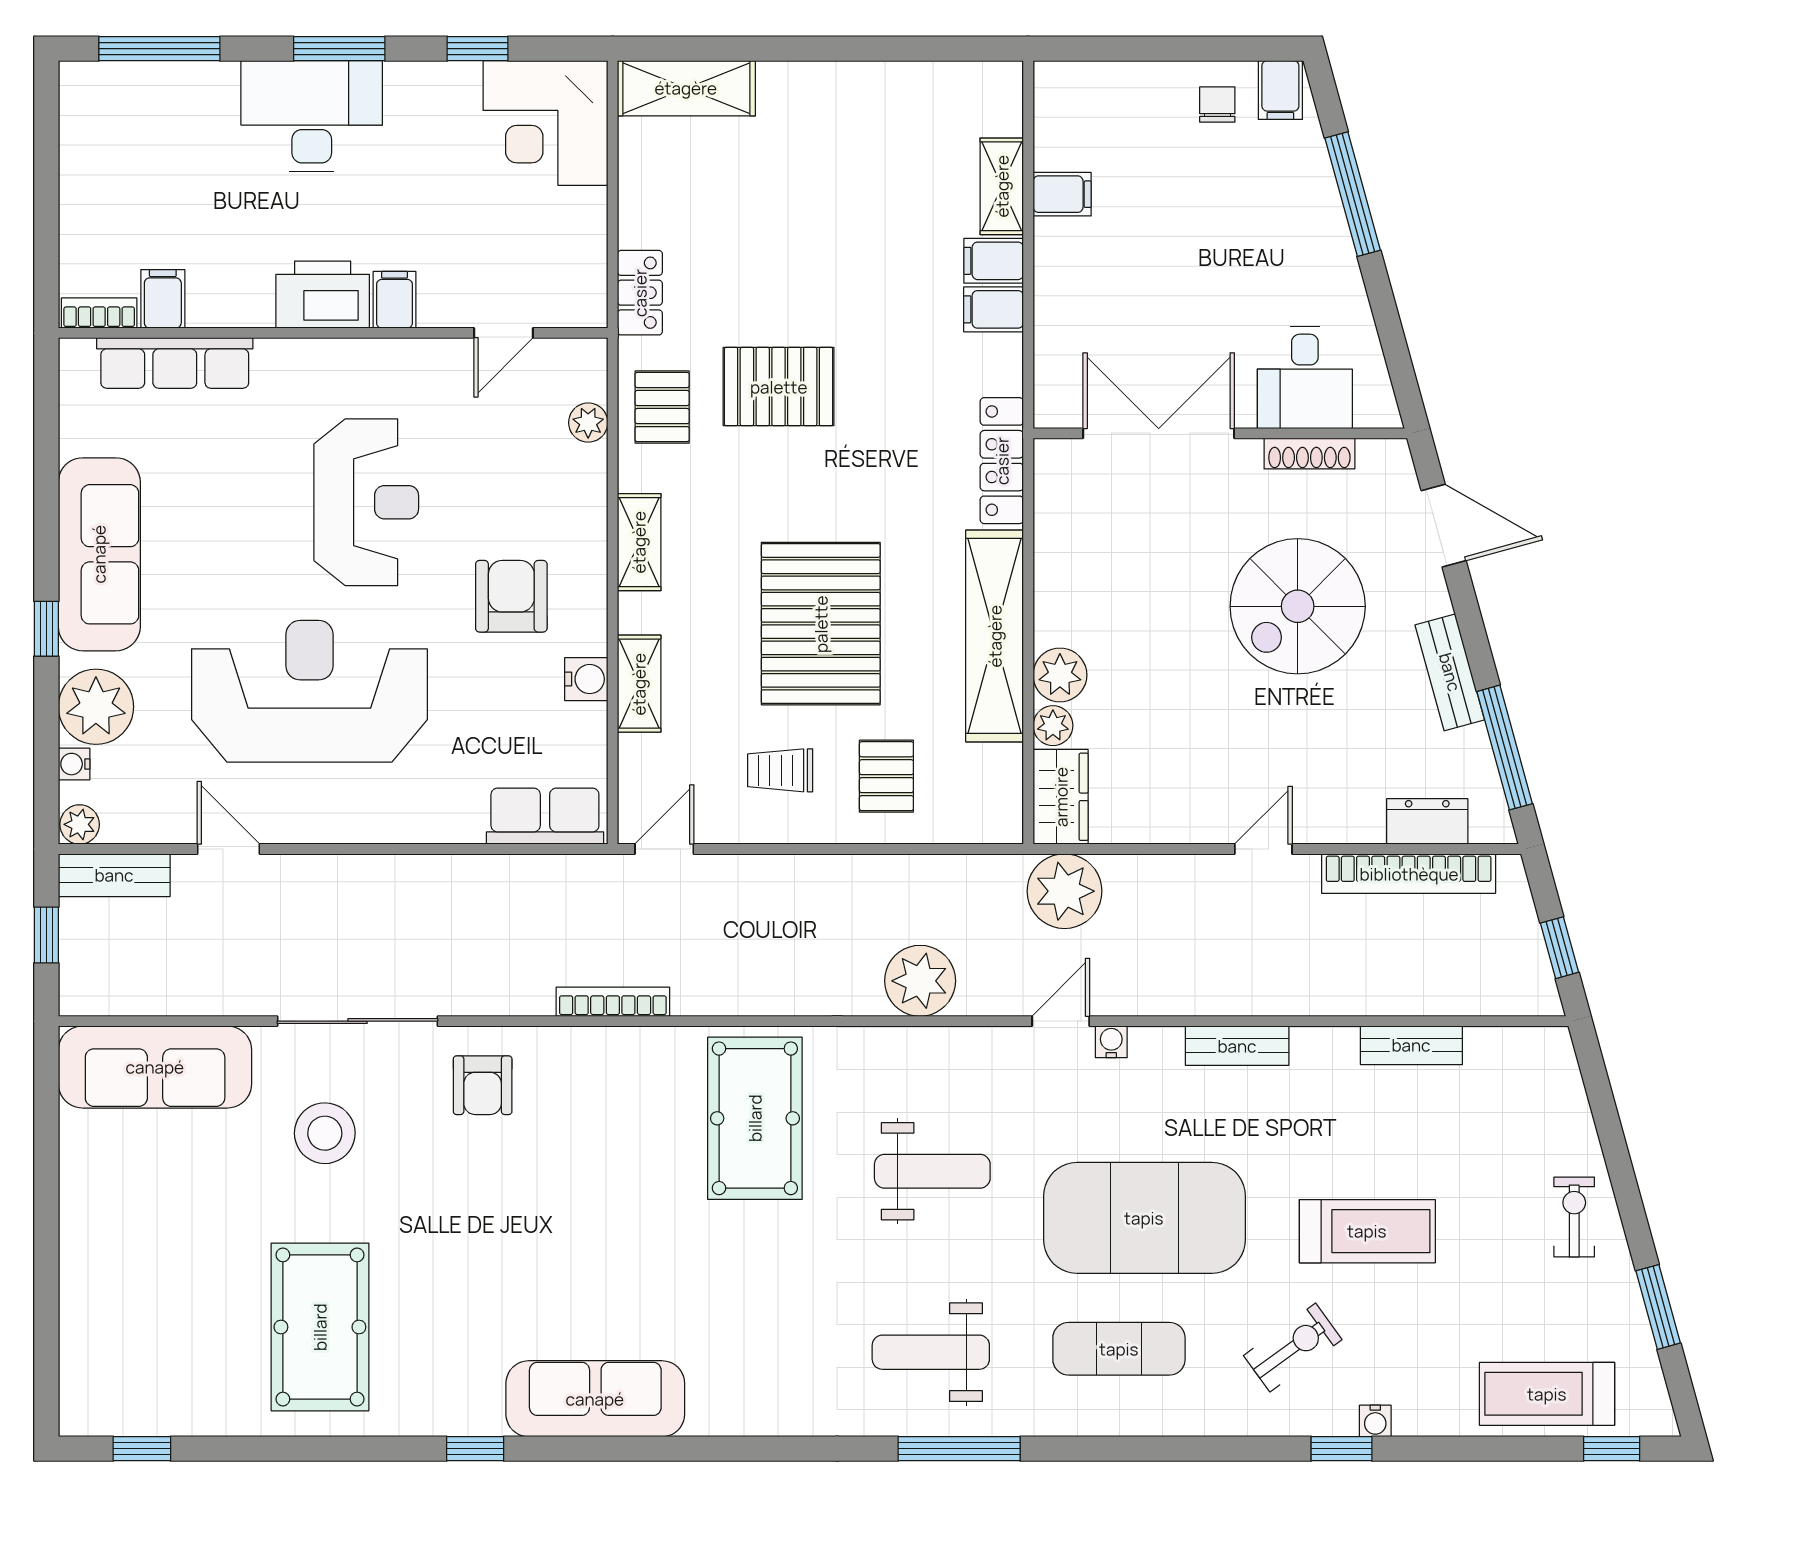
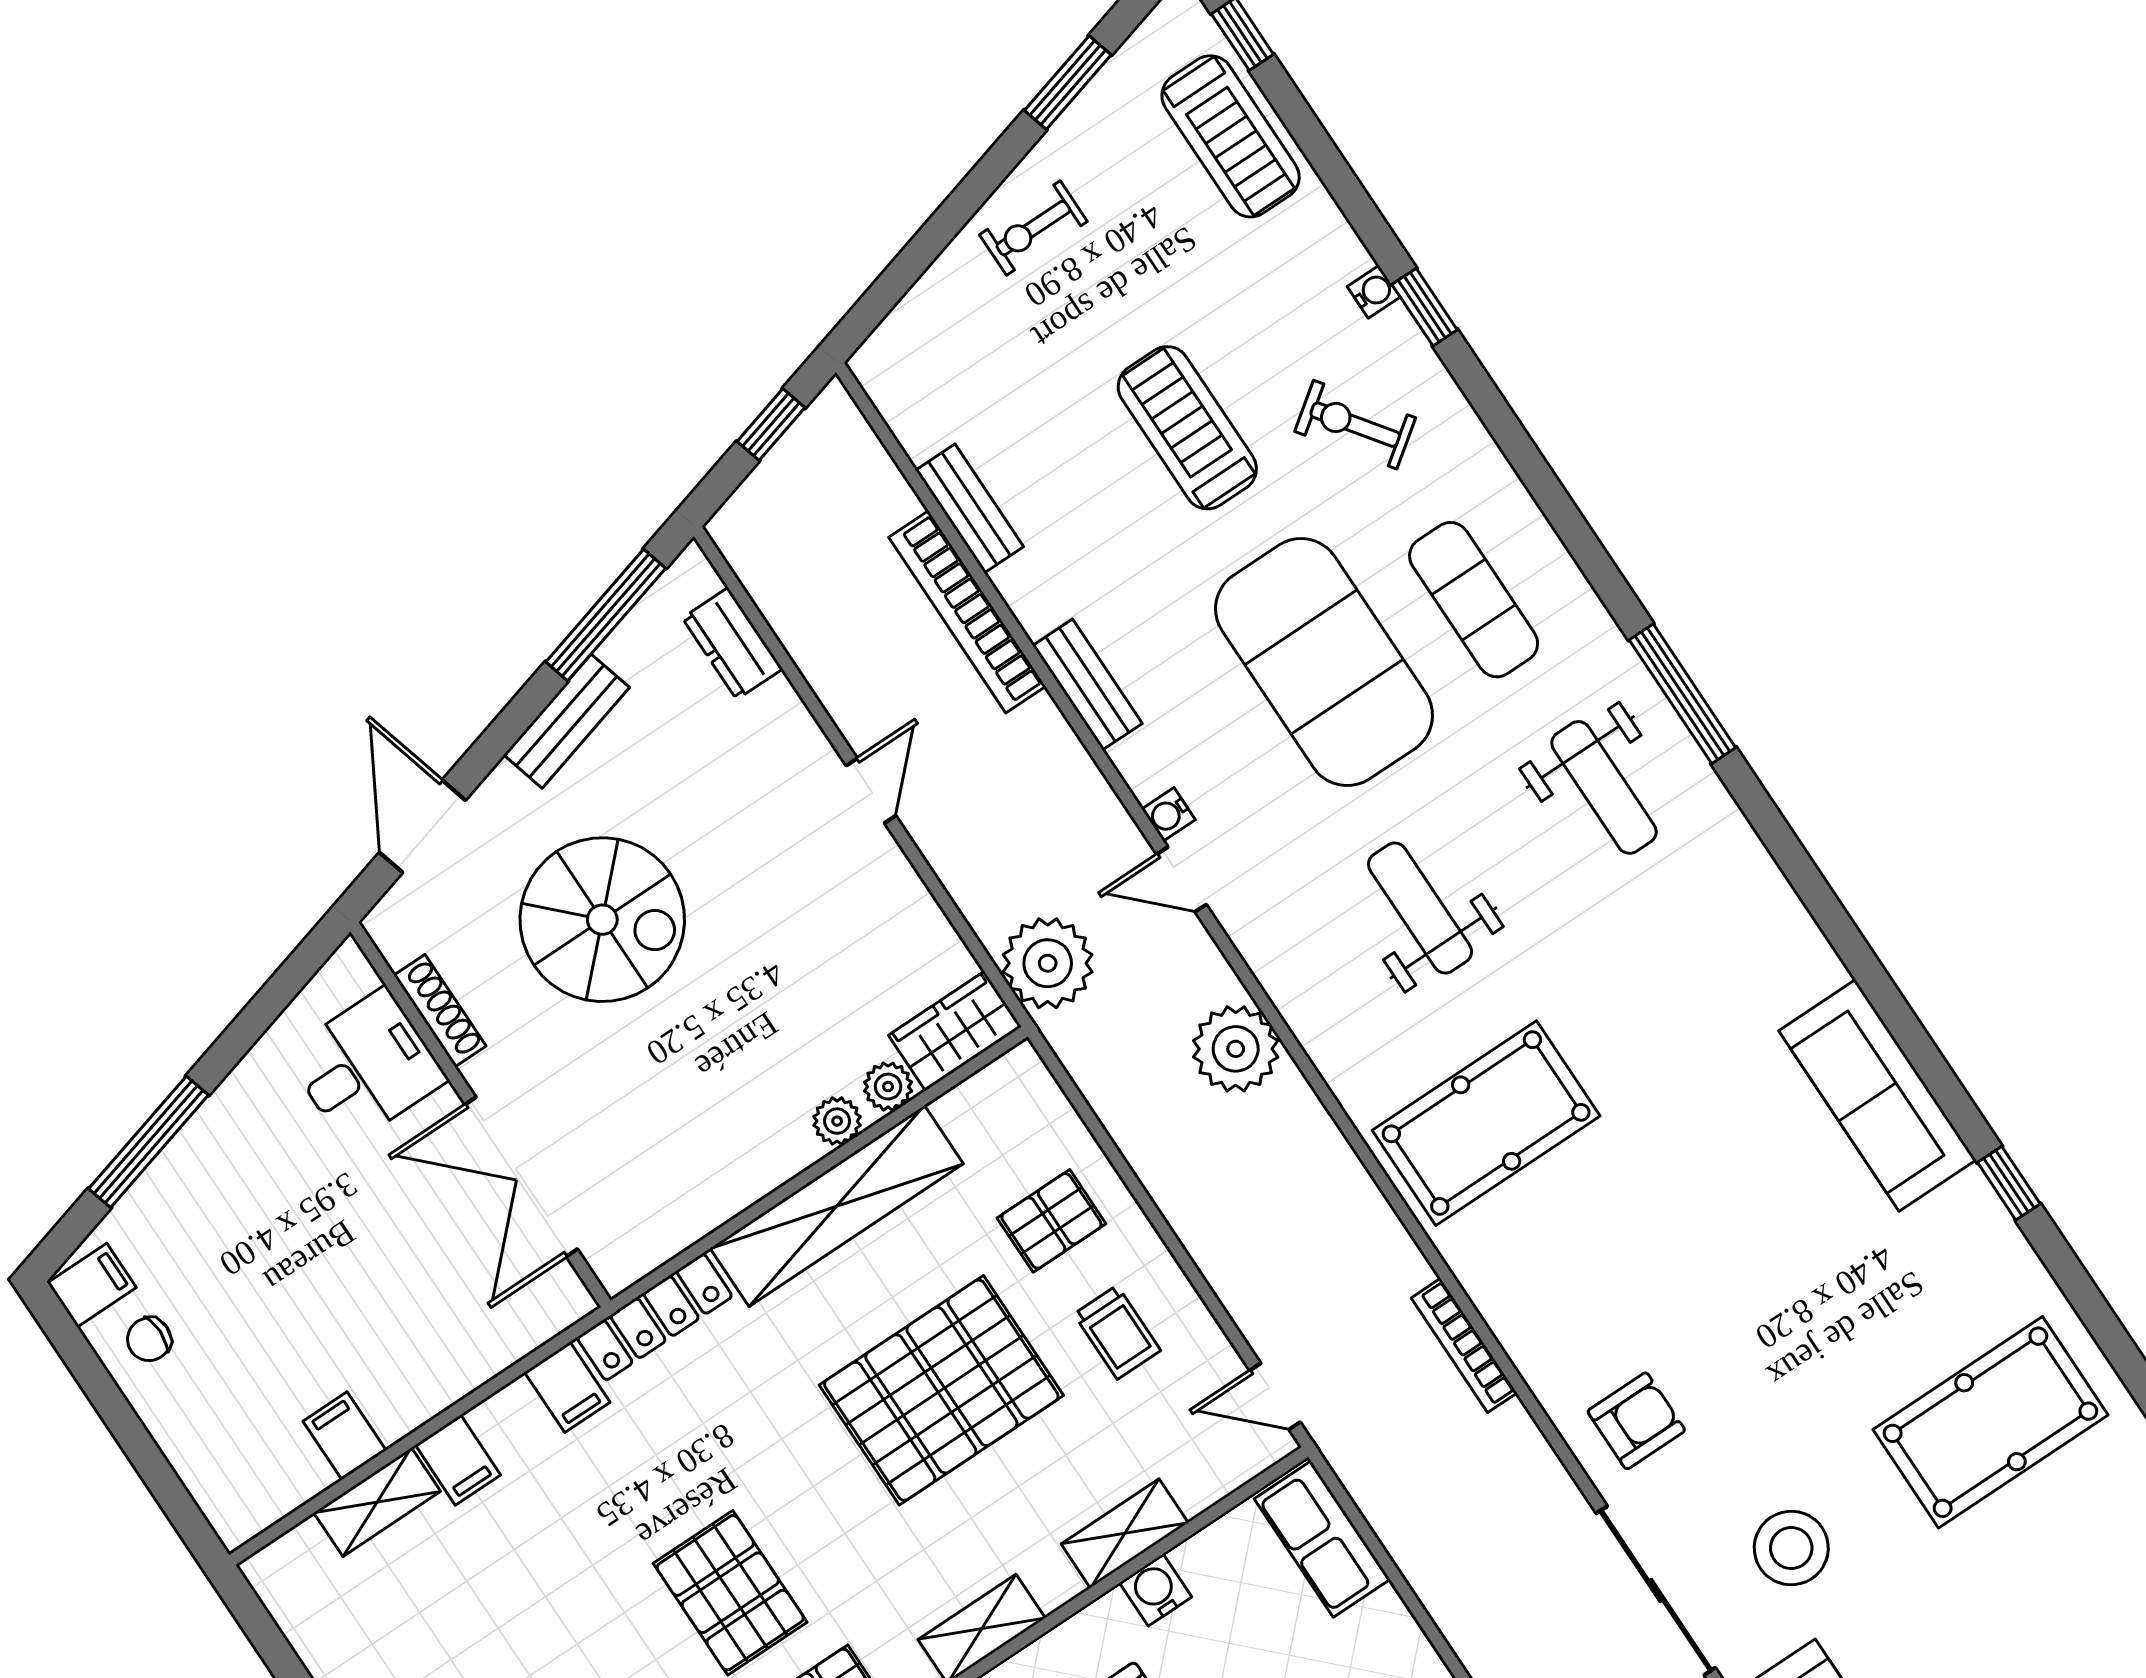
filing cabinet: (994, 309) -> (567, 1387), moved
plant: (1060, 675) -> (837, 1121), width x0.73, depth x0.73
door: (1263, 849) -> (871, 791), swing flipped
bookcase: (1409, 874) -> (967, 612), moved, turned 180

